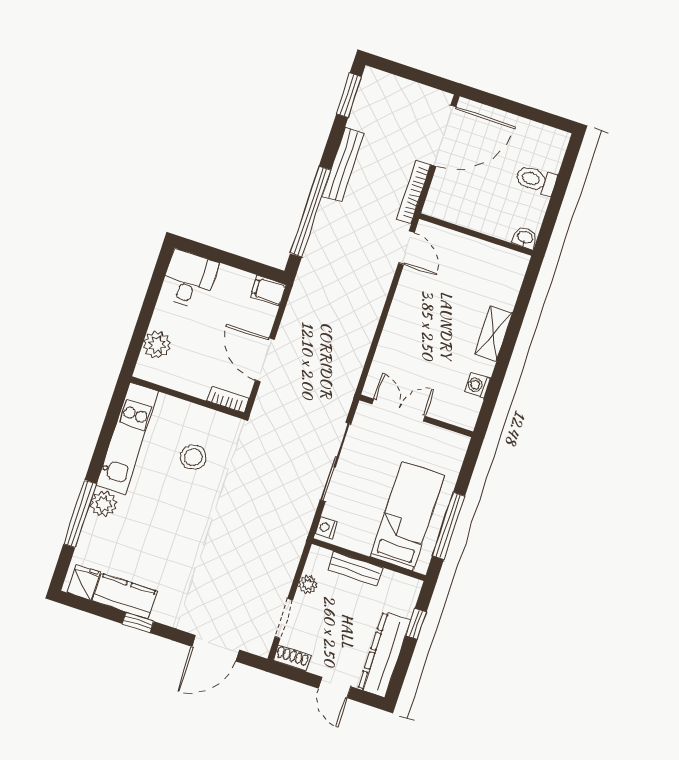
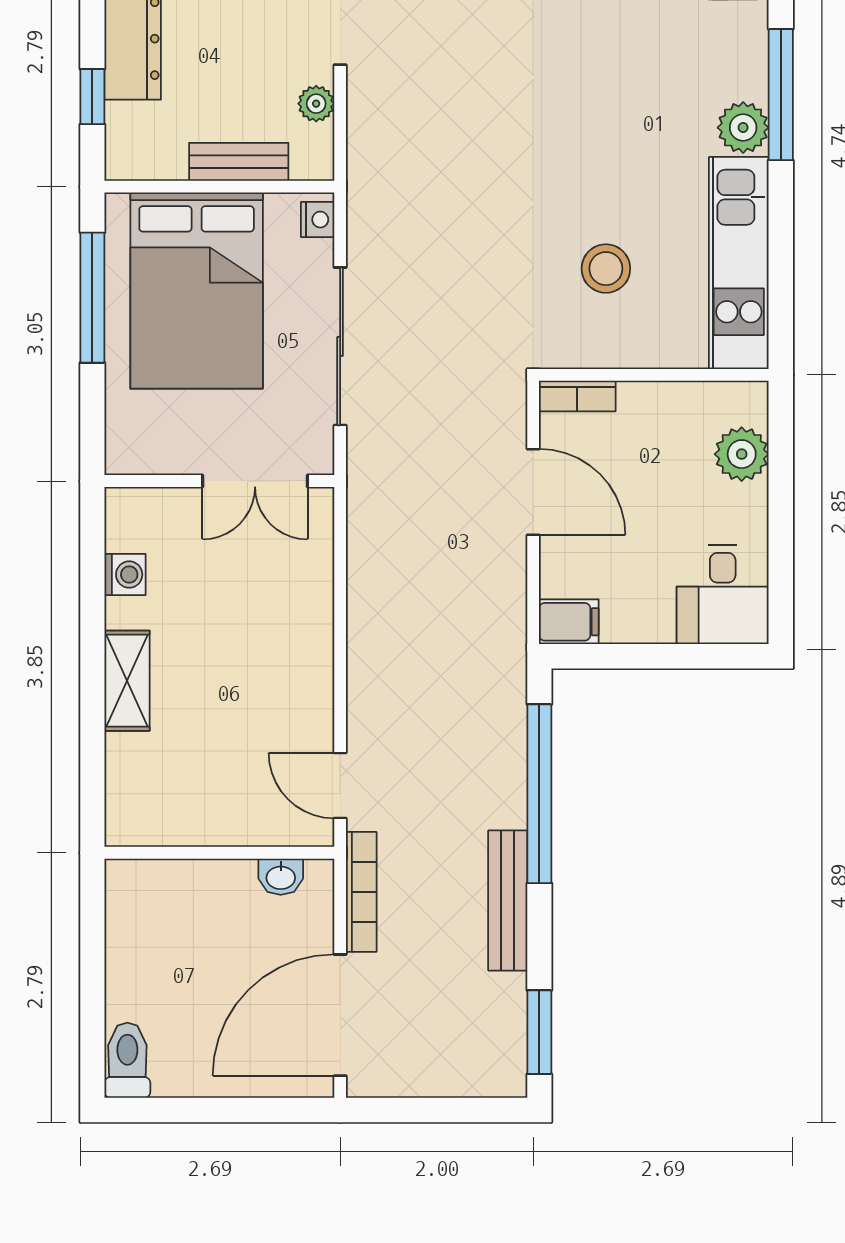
toilet: (536, 180) -> (127, 1060), moved, turned -90
washbasin: (525, 238) -> (281, 877), moved
bed: (407, 516) -> (197, 291), width x1.50

